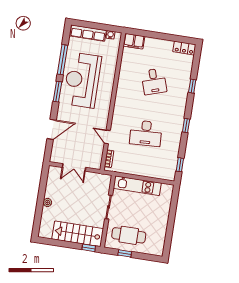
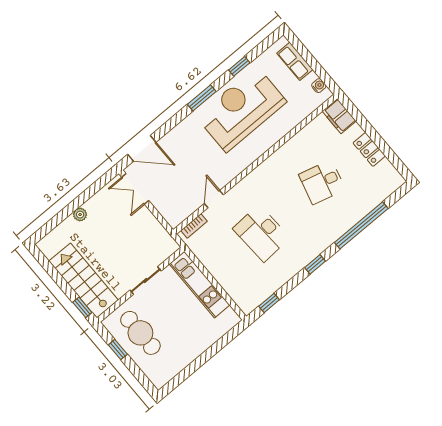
row of seats: (88, 33) -> (295, 61), width x0.68
locker: (184, 48) -> (369, 149), moved
window: (62, 60) -> (239, 66), width x0.46
desk: (154, 81) -> (322, 182), turned 33
window: (192, 86) -> (361, 225), width x3.17
door: (52, 129) -> (142, 148), moved
double door: (74, 167) -> (135, 189), moved

